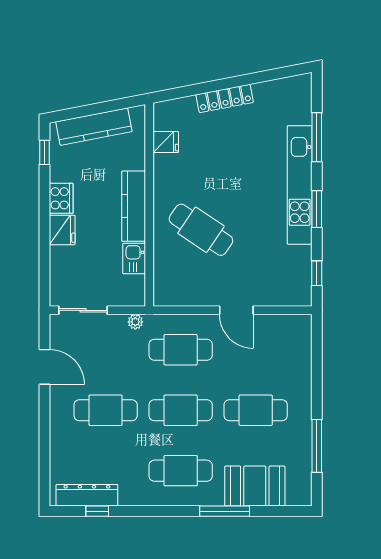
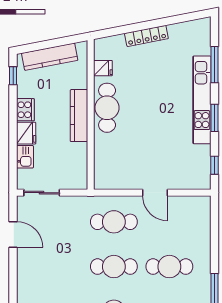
cafe table: (201, 230) -> (107, 108), moved, turned 56
kitchen sink: (134, 258) -> (25, 157), moved, turned 180
plant: (135, 322) -> (80, 201), removed
cafe table: (106, 410) -> (58, 267), removed

